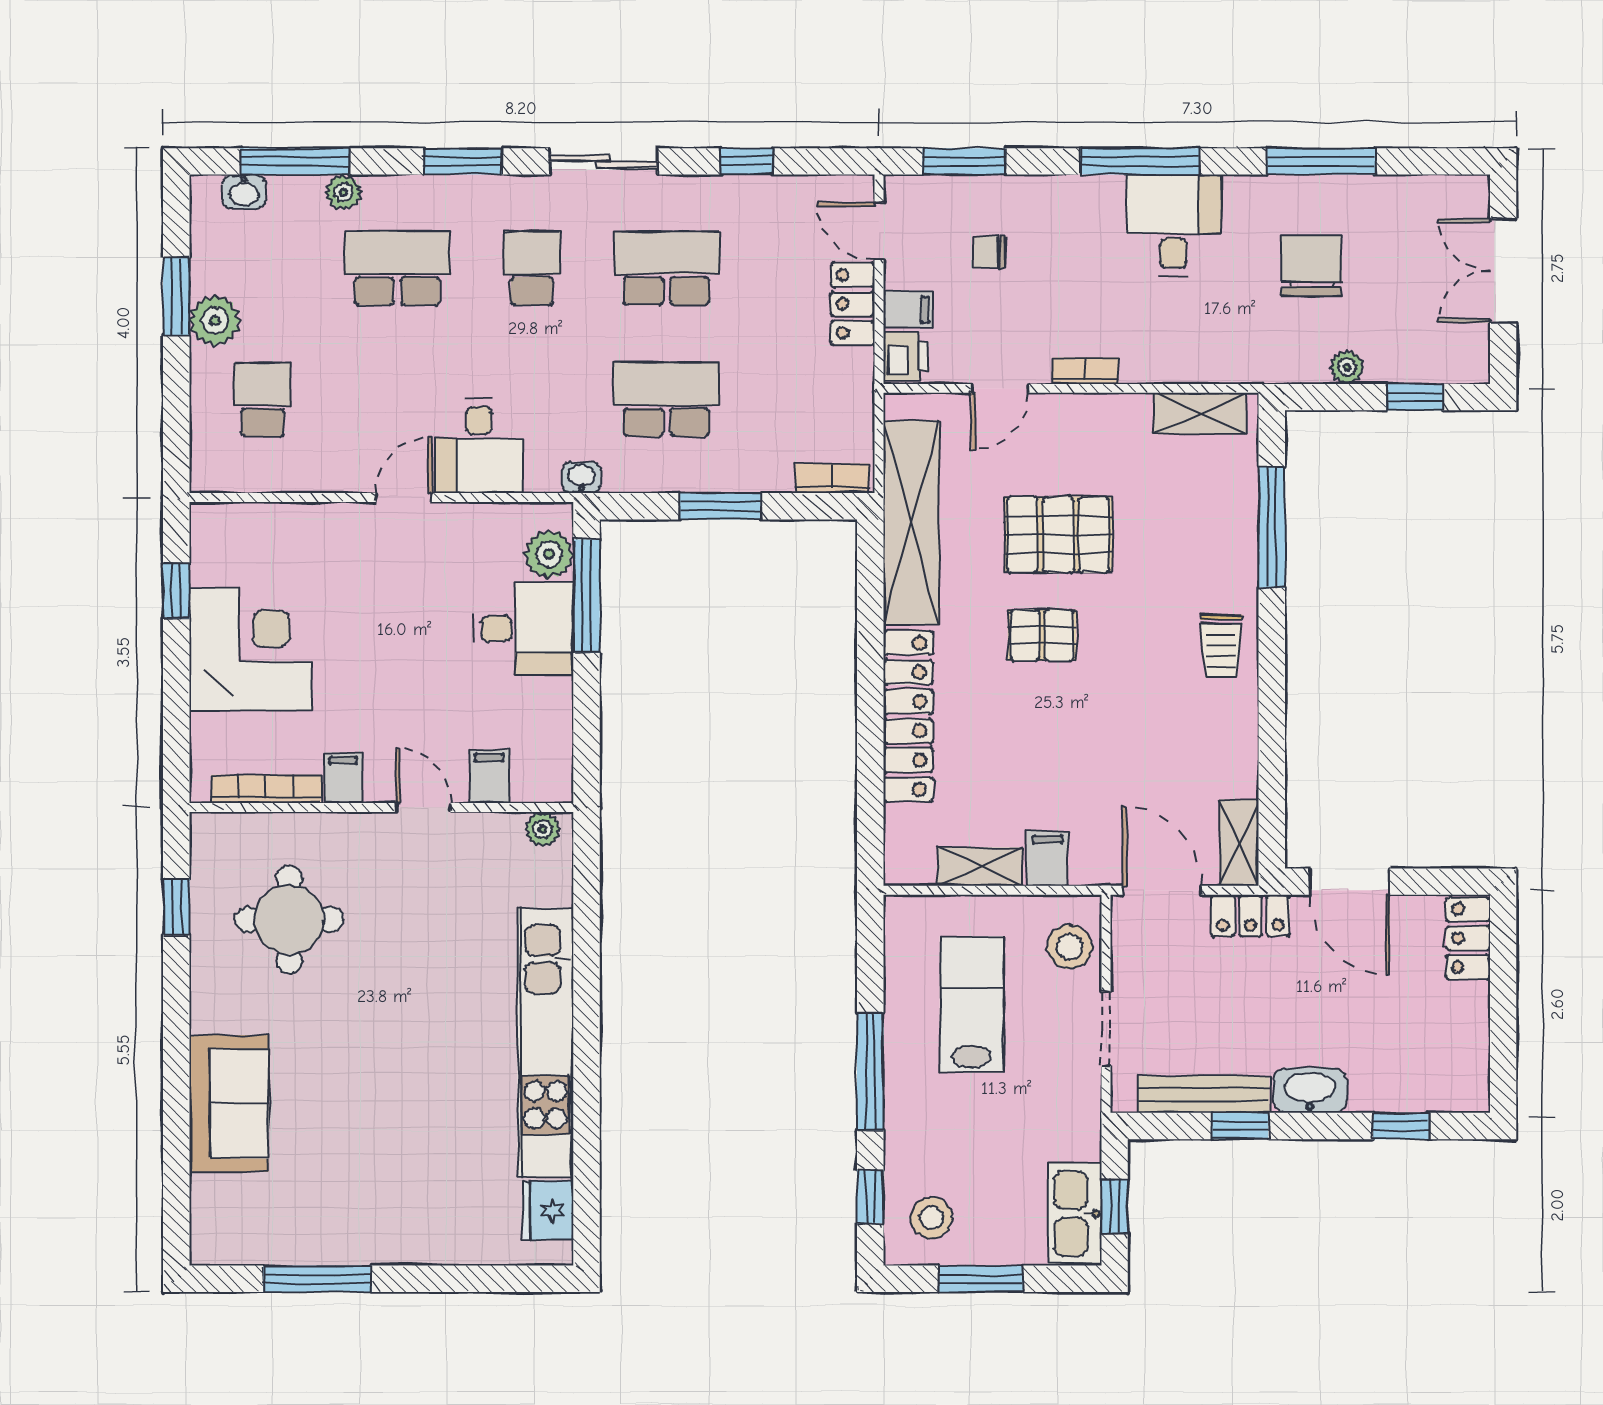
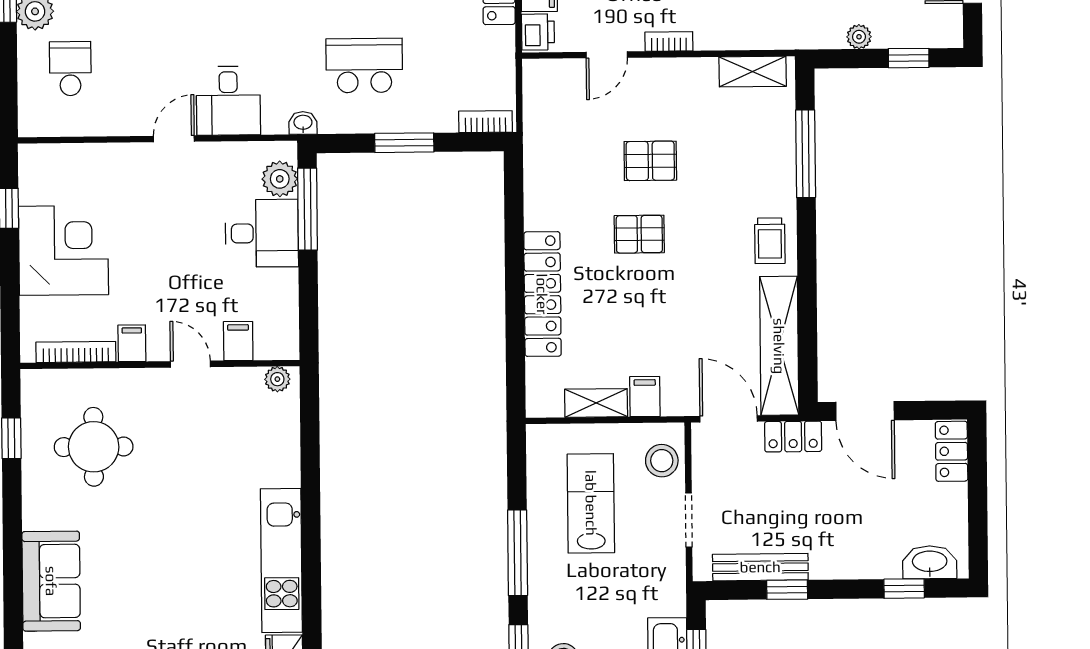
shelving: (911, 523) -> (543, 153), removed
pallet: (1058, 535) -> (650, 161), width x0.67, depth x0.71
shelving: (1239, 843) -> (779, 346), width x2.20, depth x1.33
kitchen unit: (546, 1043) -> (281, 561), width x0.73
washbasin: (1310, 1090) -> (930, 562), moved

